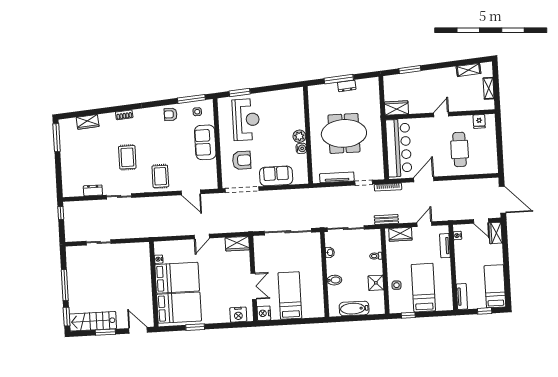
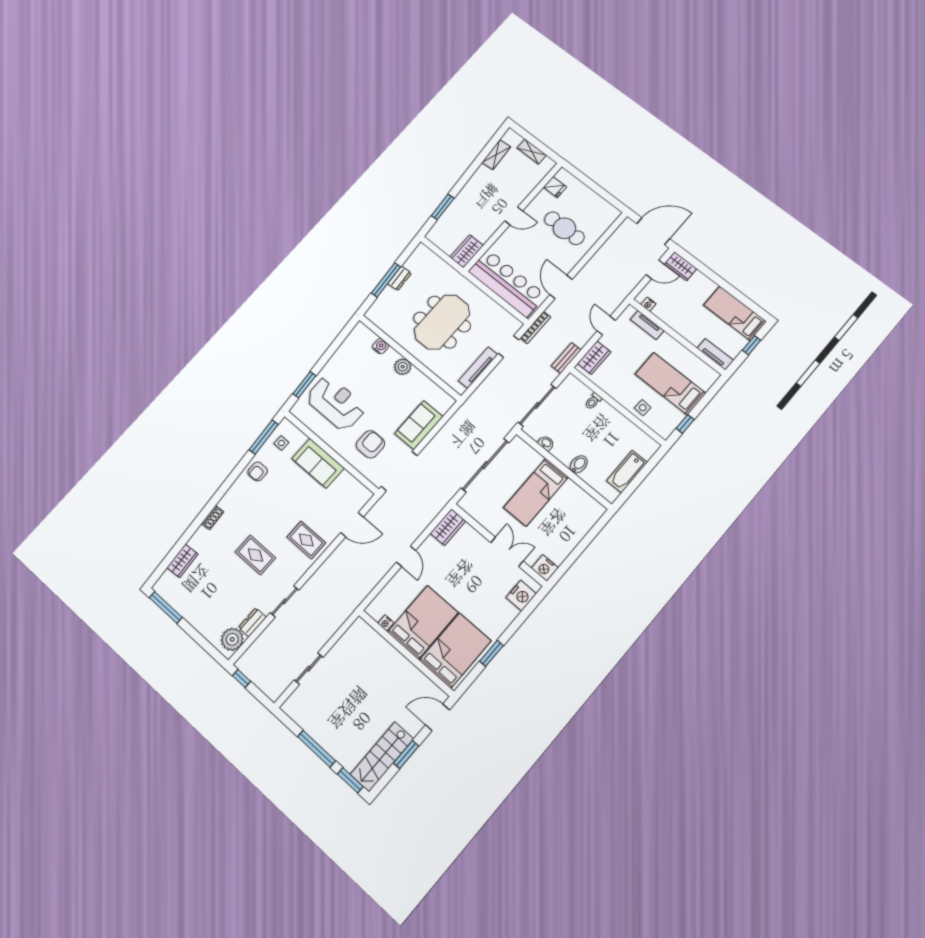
door: (441, 115) -> (514, 216), swing flipped
water cooler: (301, 148) -> (381, 346), moved
plant: (75, 189) -> (232, 639), added
shower: (376, 283) -> (621, 426), removed
bed: (290, 296) -> (536, 492), moved, turned -90

